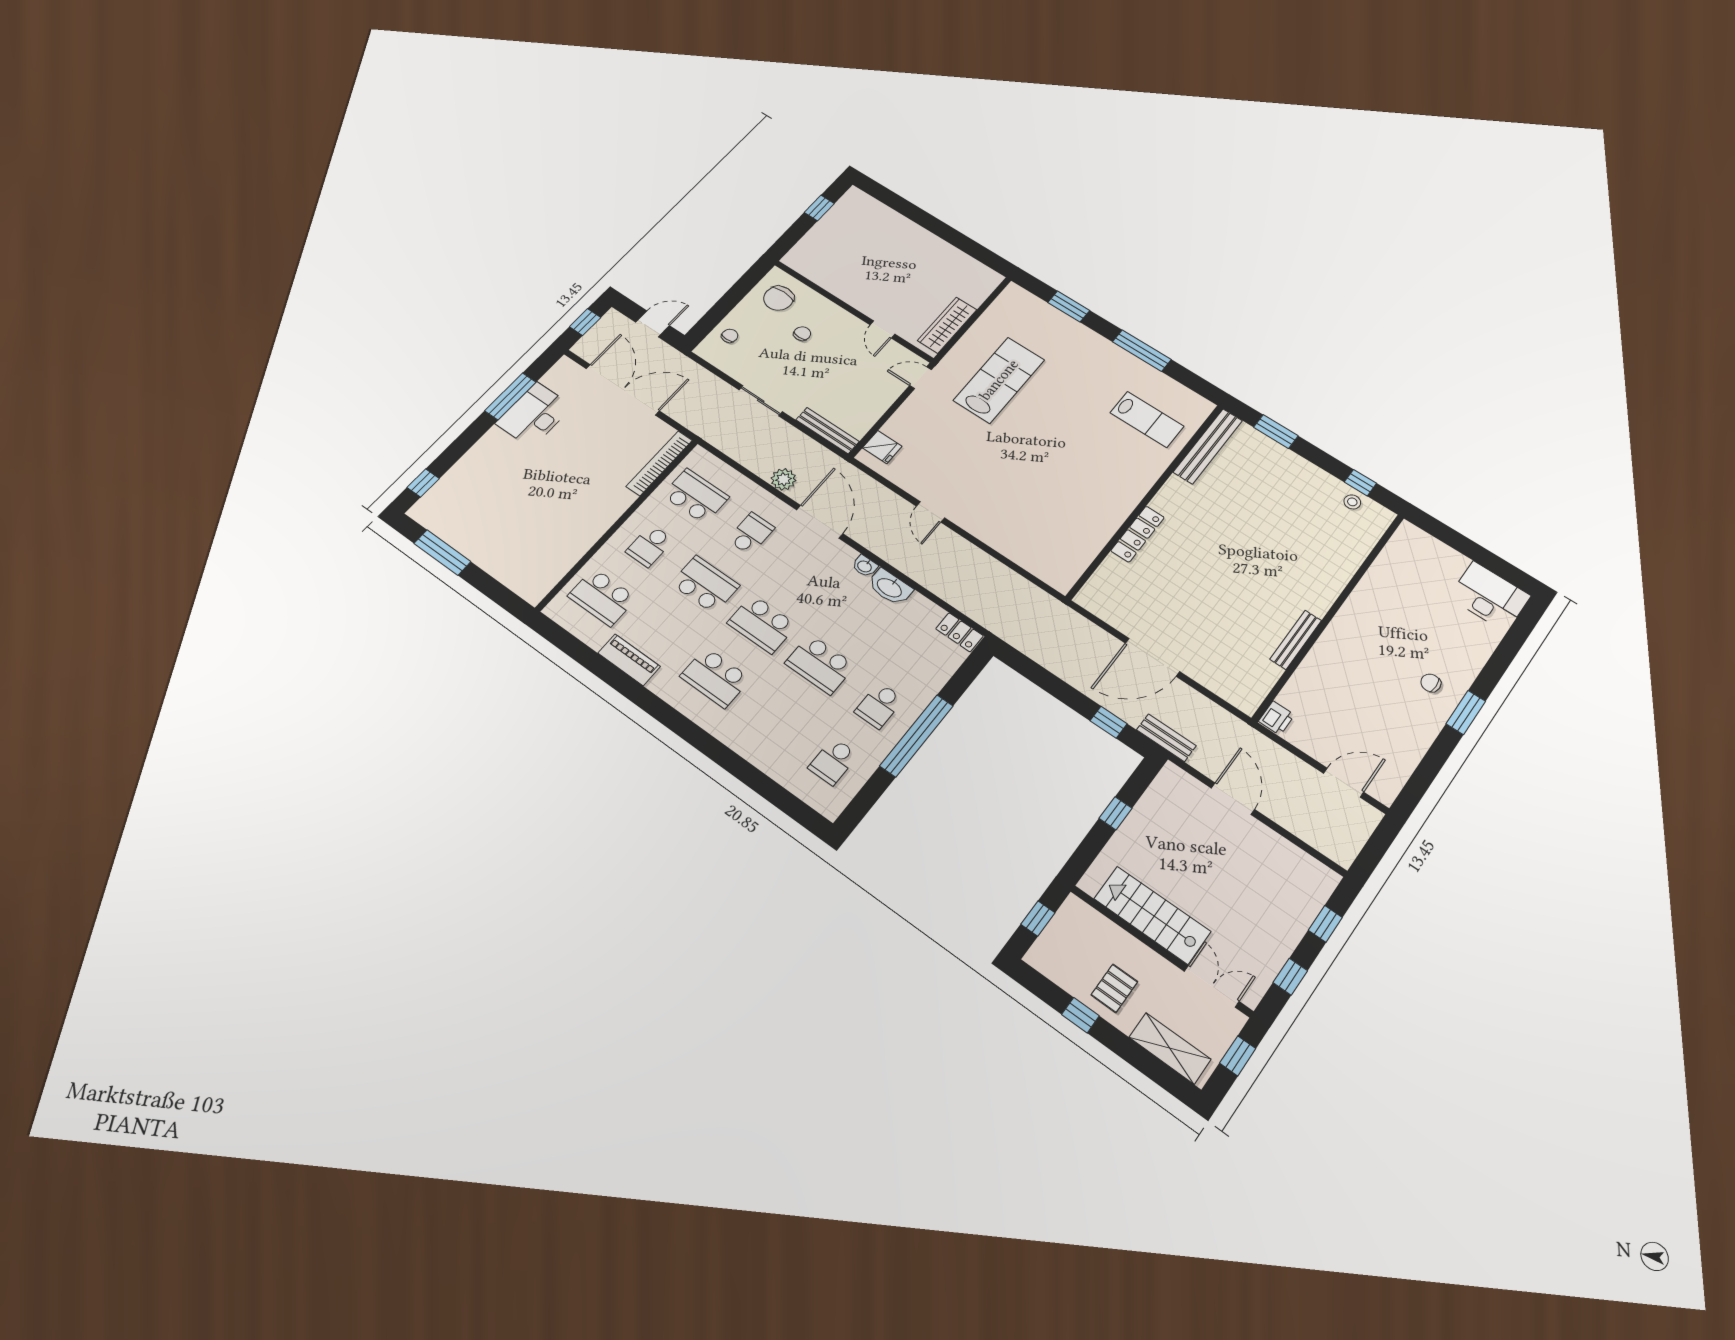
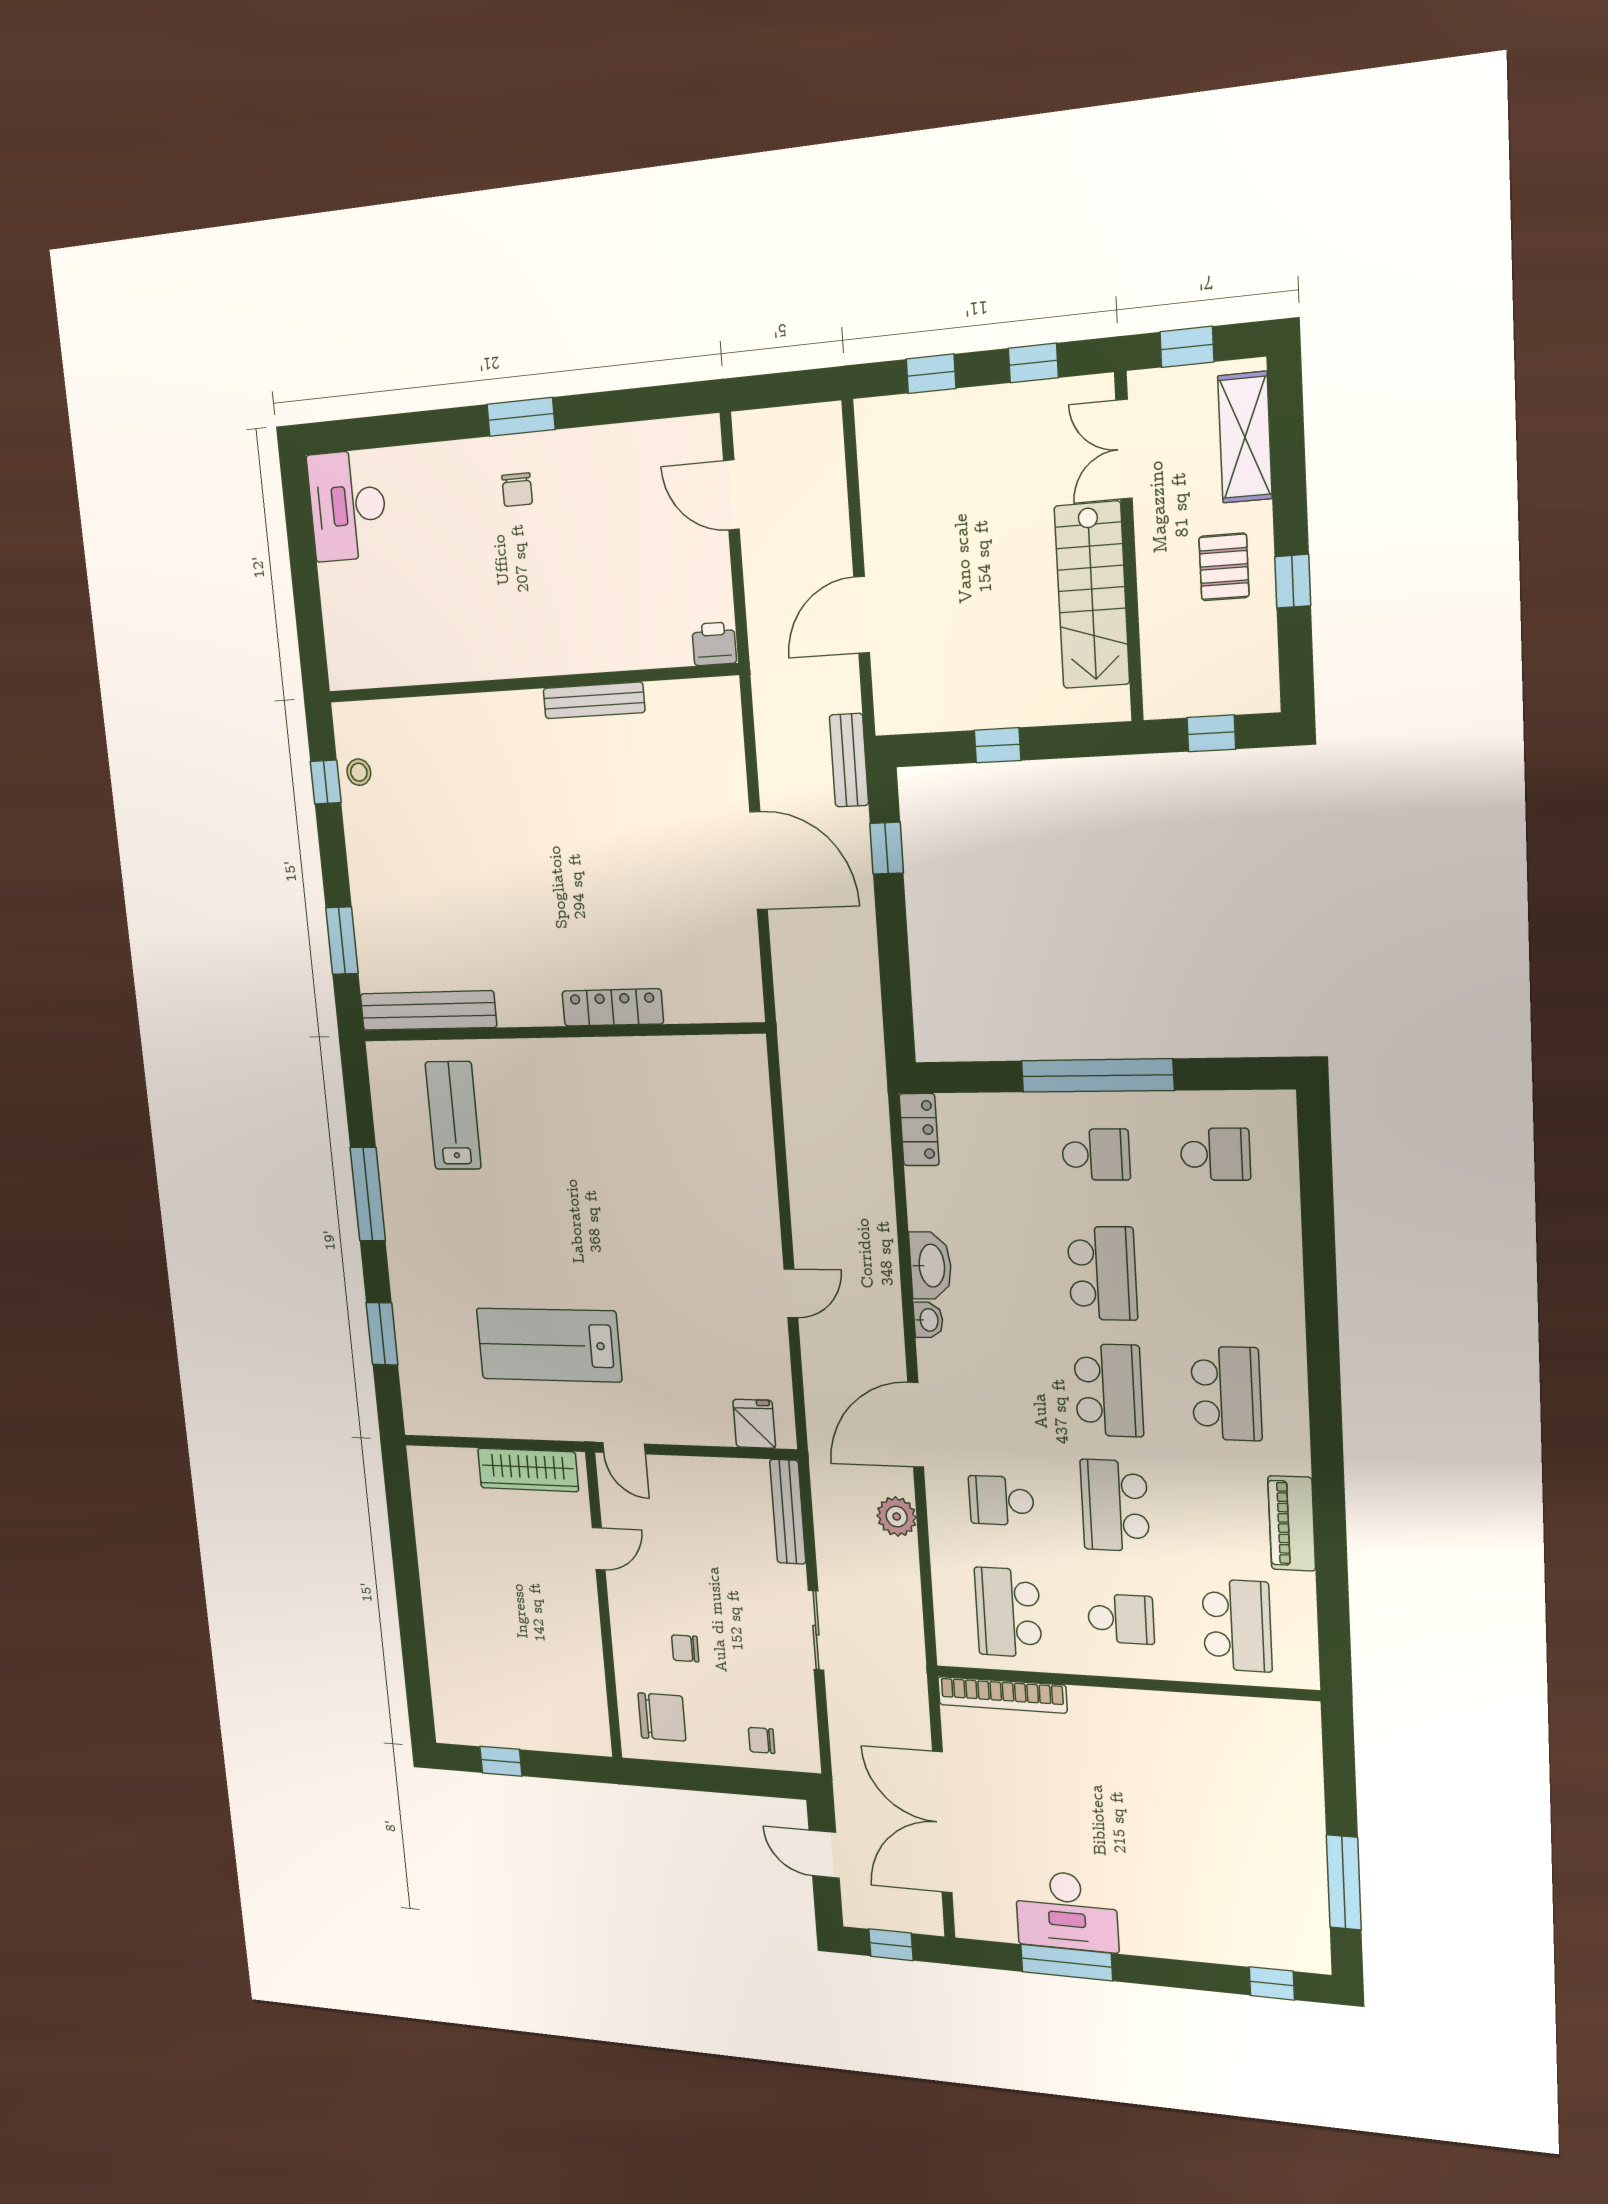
pallet: (1114, 988) -> (1224, 567), turned 90

